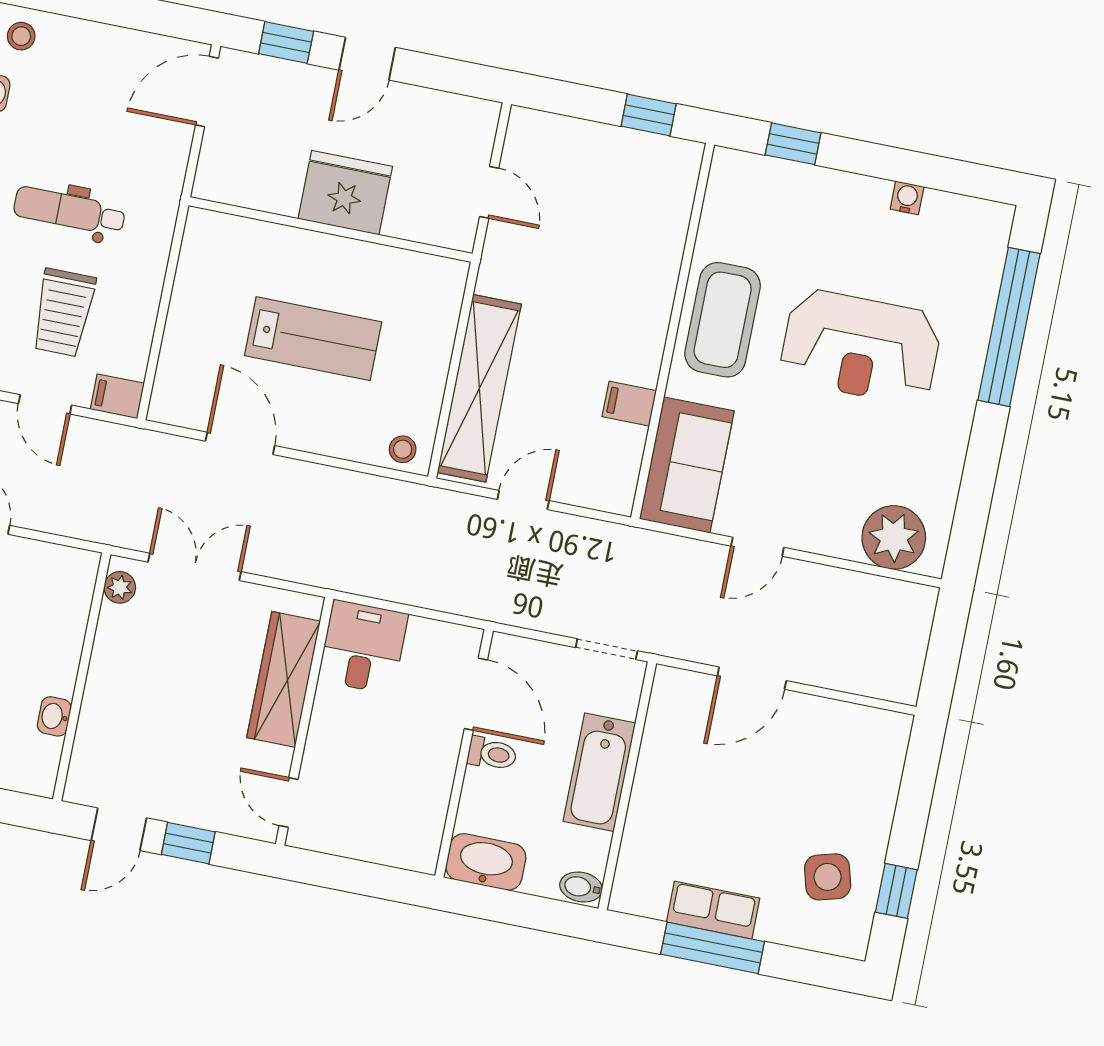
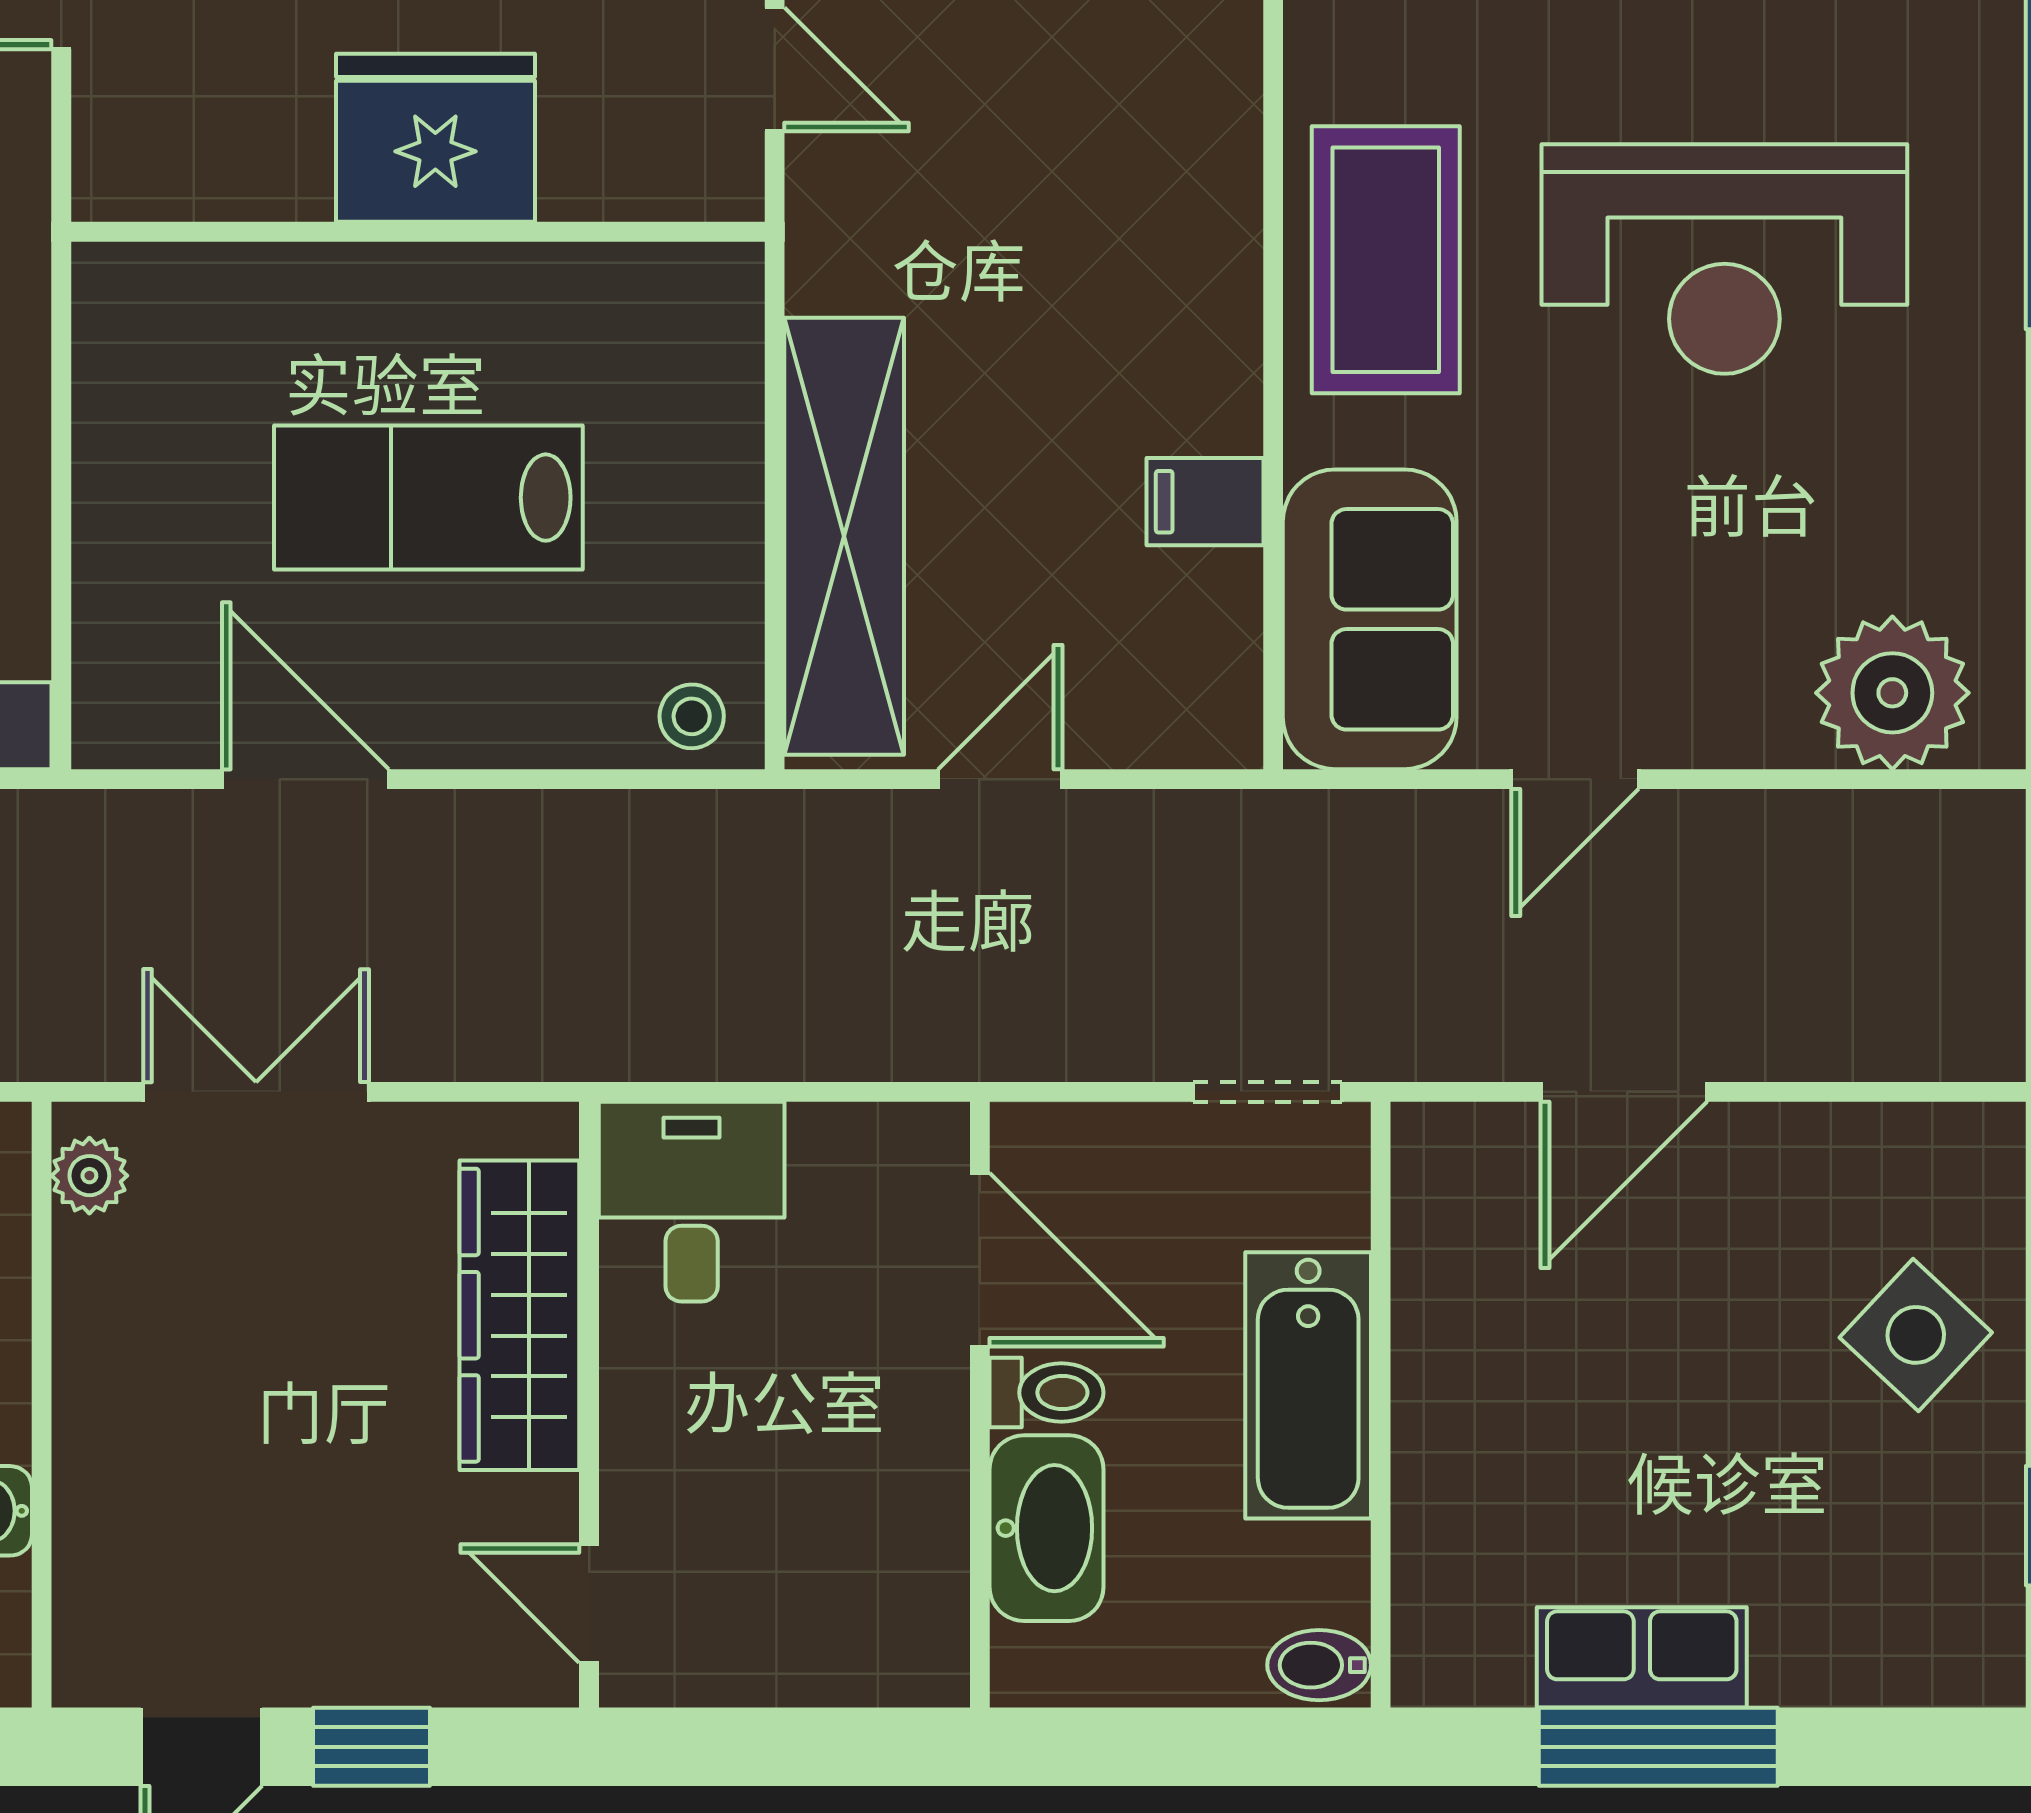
lab bench: (313, 339) -> (428, 498), turned 180
washbasin: (486, 862) -> (1047, 1528), moved, turned 90
side table: (828, 877) -> (1916, 1335), moved, turned -32

